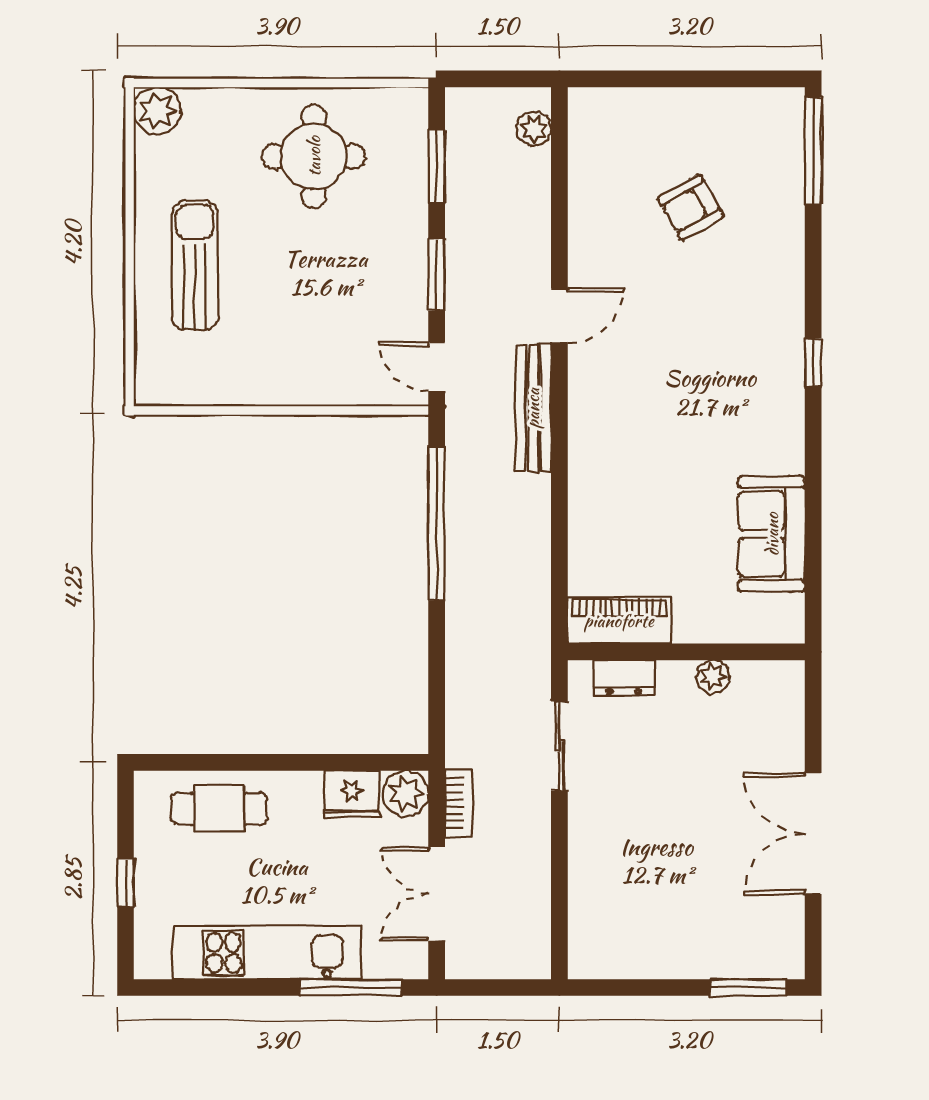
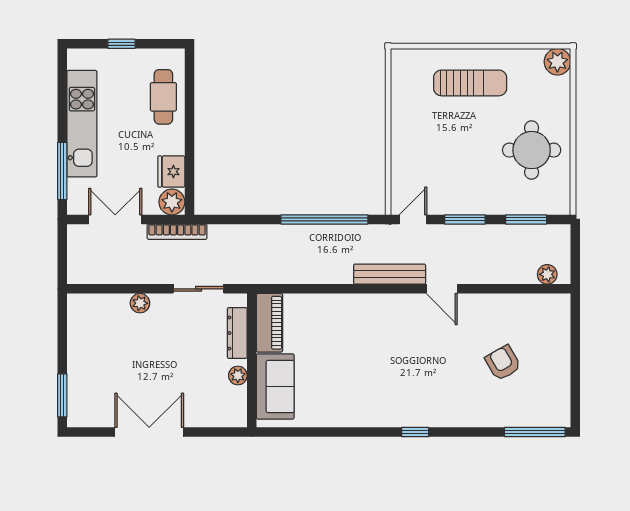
sofa: (772, 534) -> (275, 386), moved, turned 90
dresser: (624, 678) -> (237, 333), width x1.44
bookcase: (458, 803) -> (177, 232), width x1.56
plant: (585, 850) -> (140, 303), added

